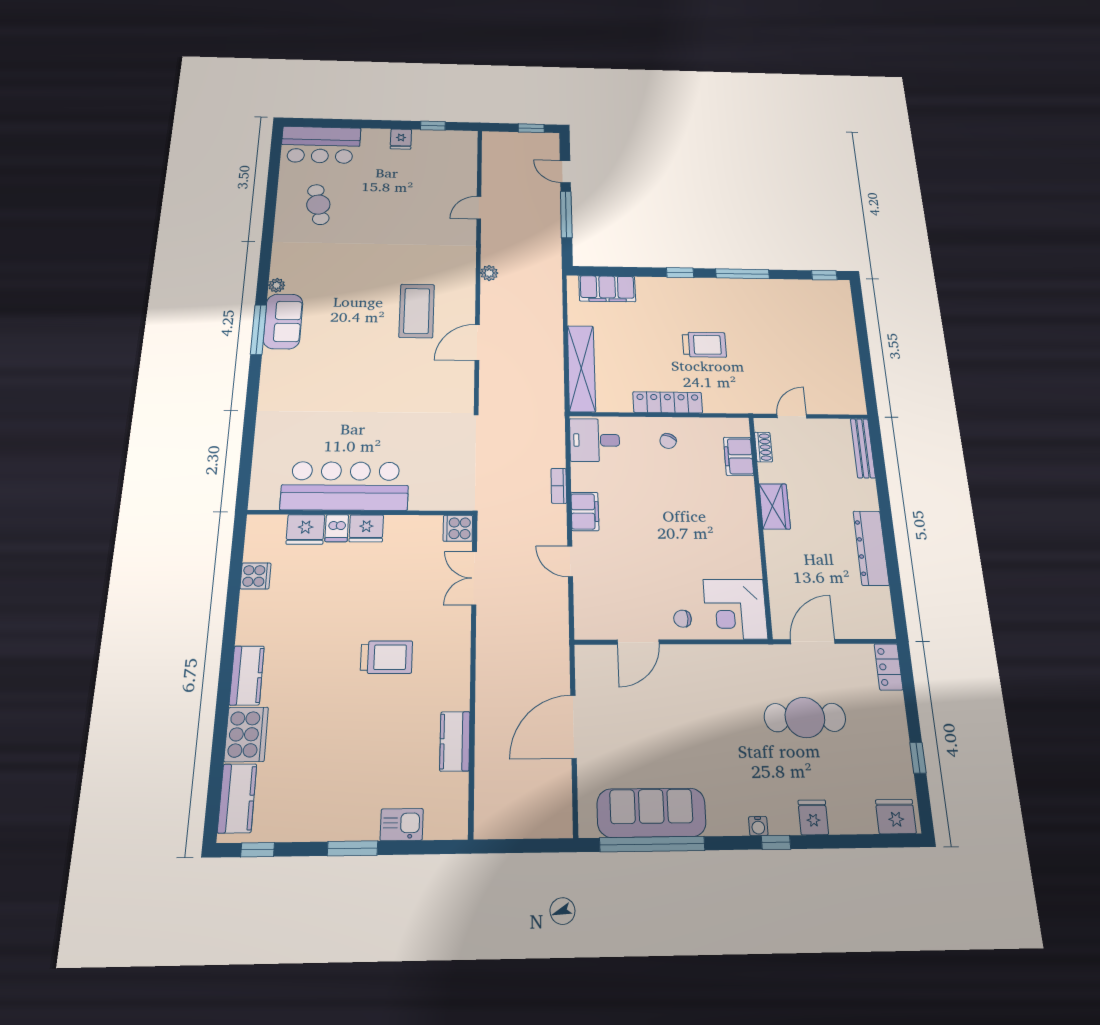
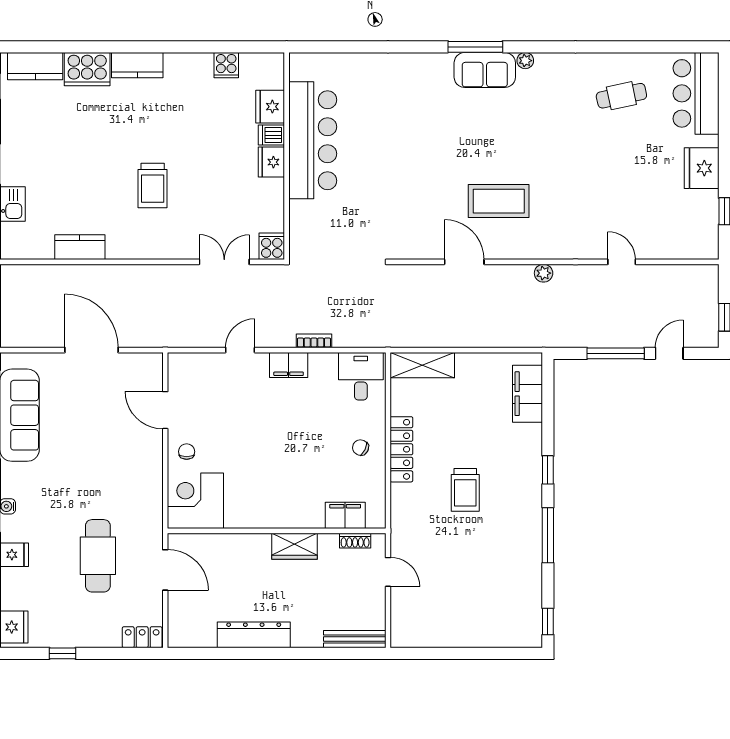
fridge: (401, 139) -> (702, 168), width x1.88, depth x1.34
shelving: (581, 368) -> (422, 365), width x0.68

